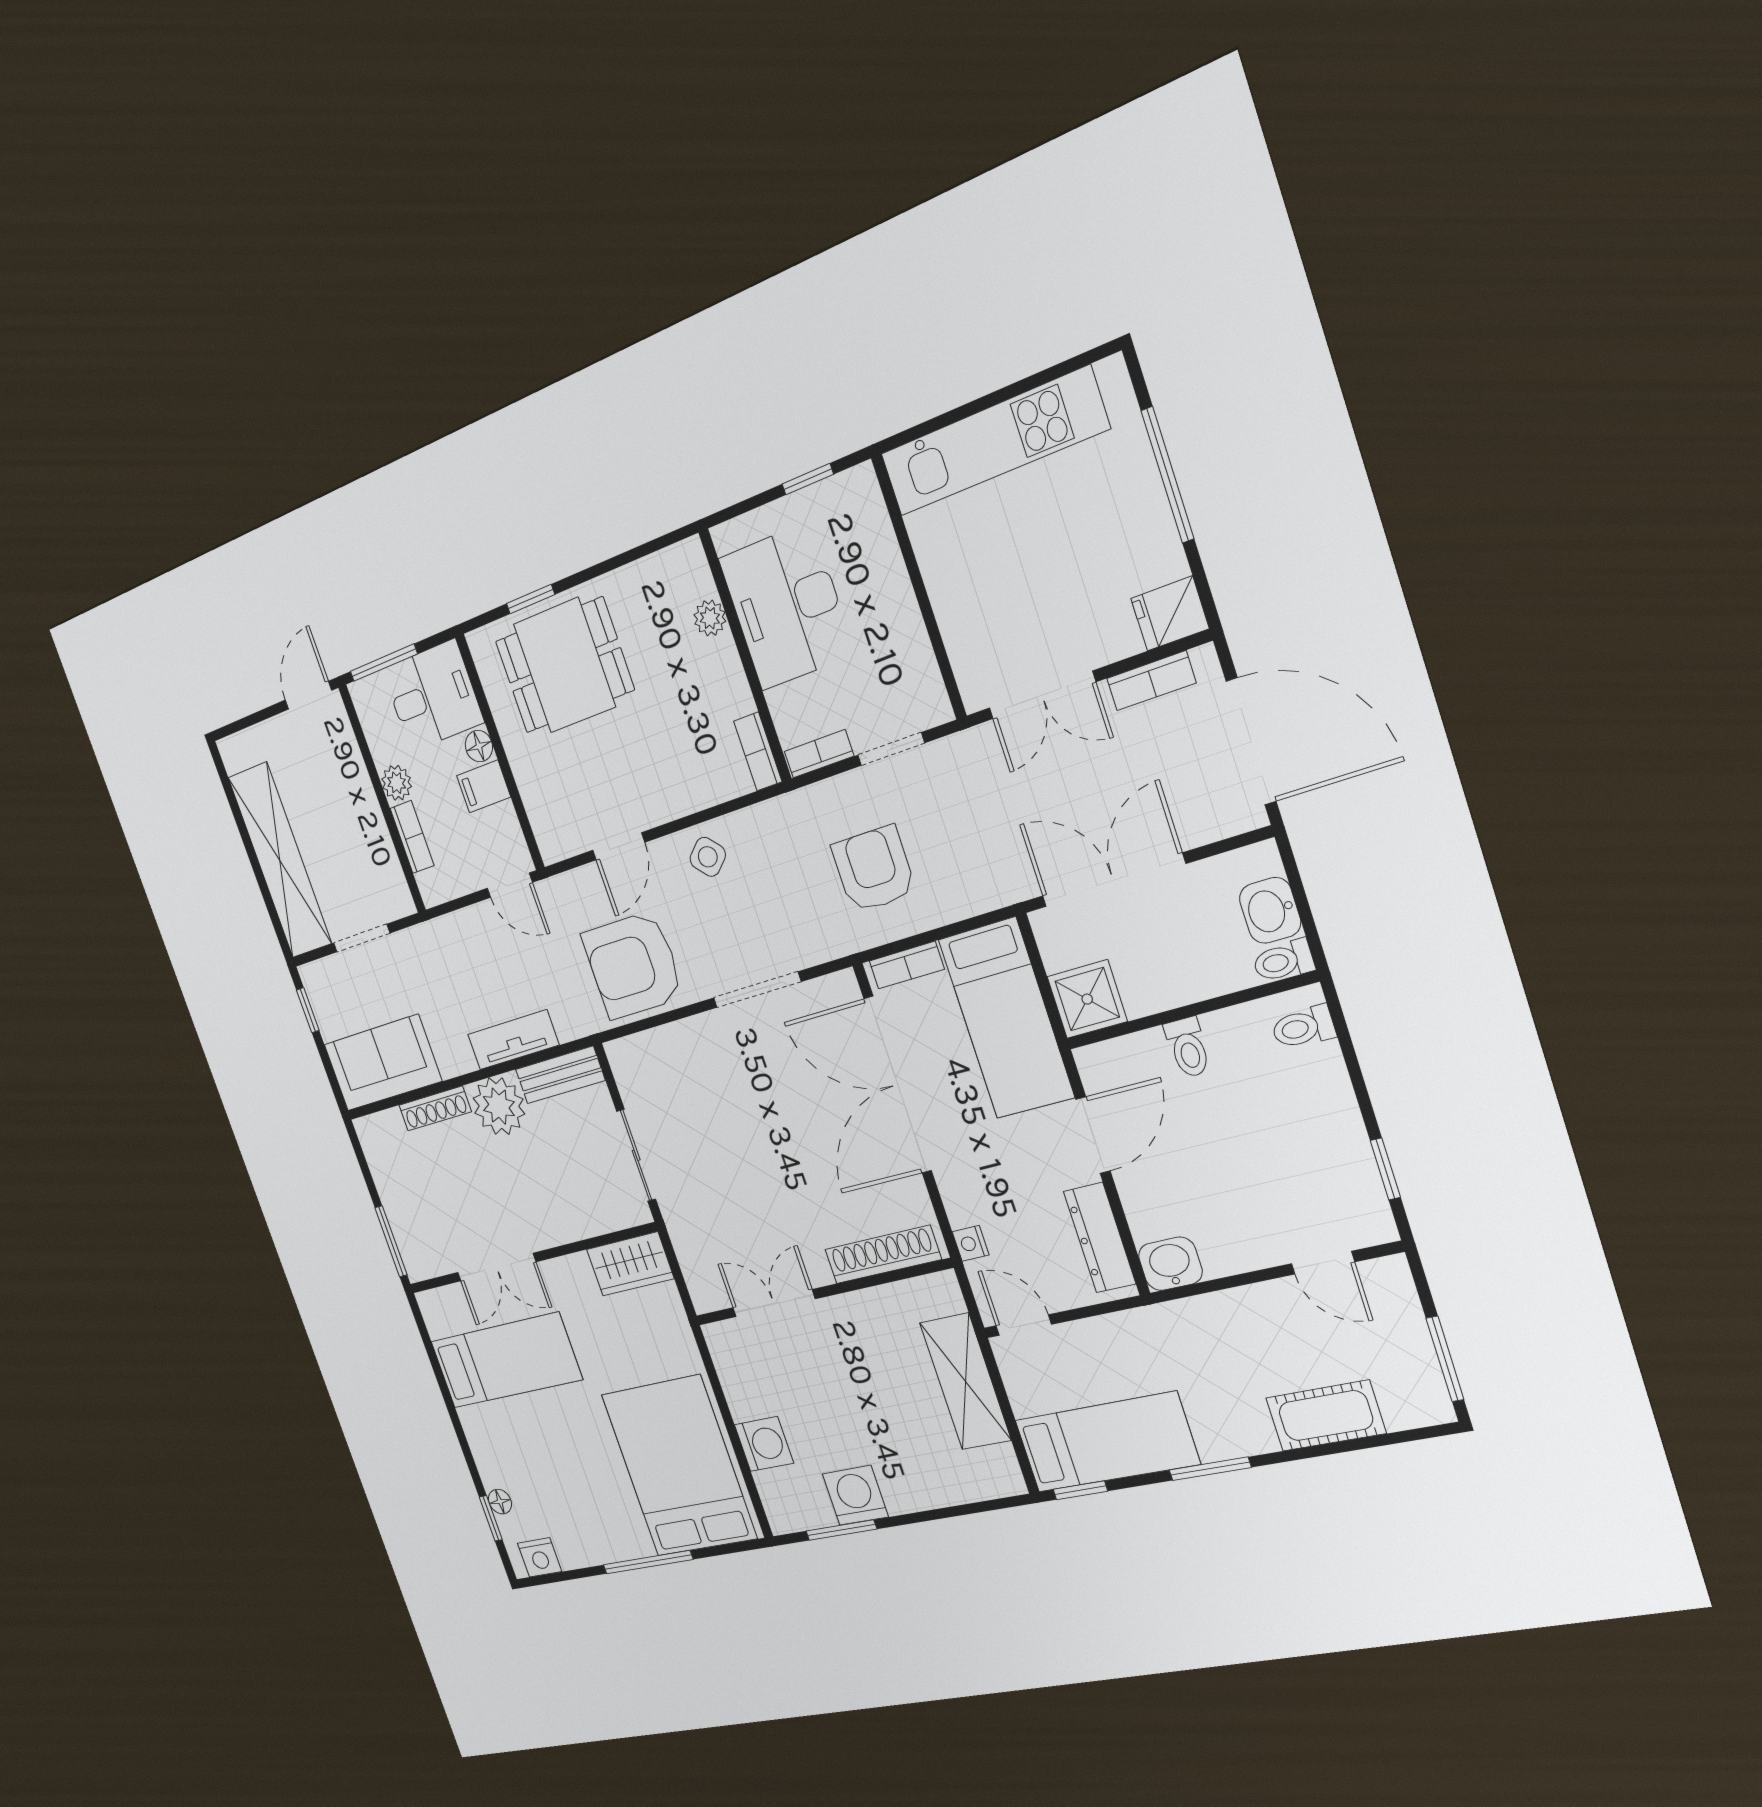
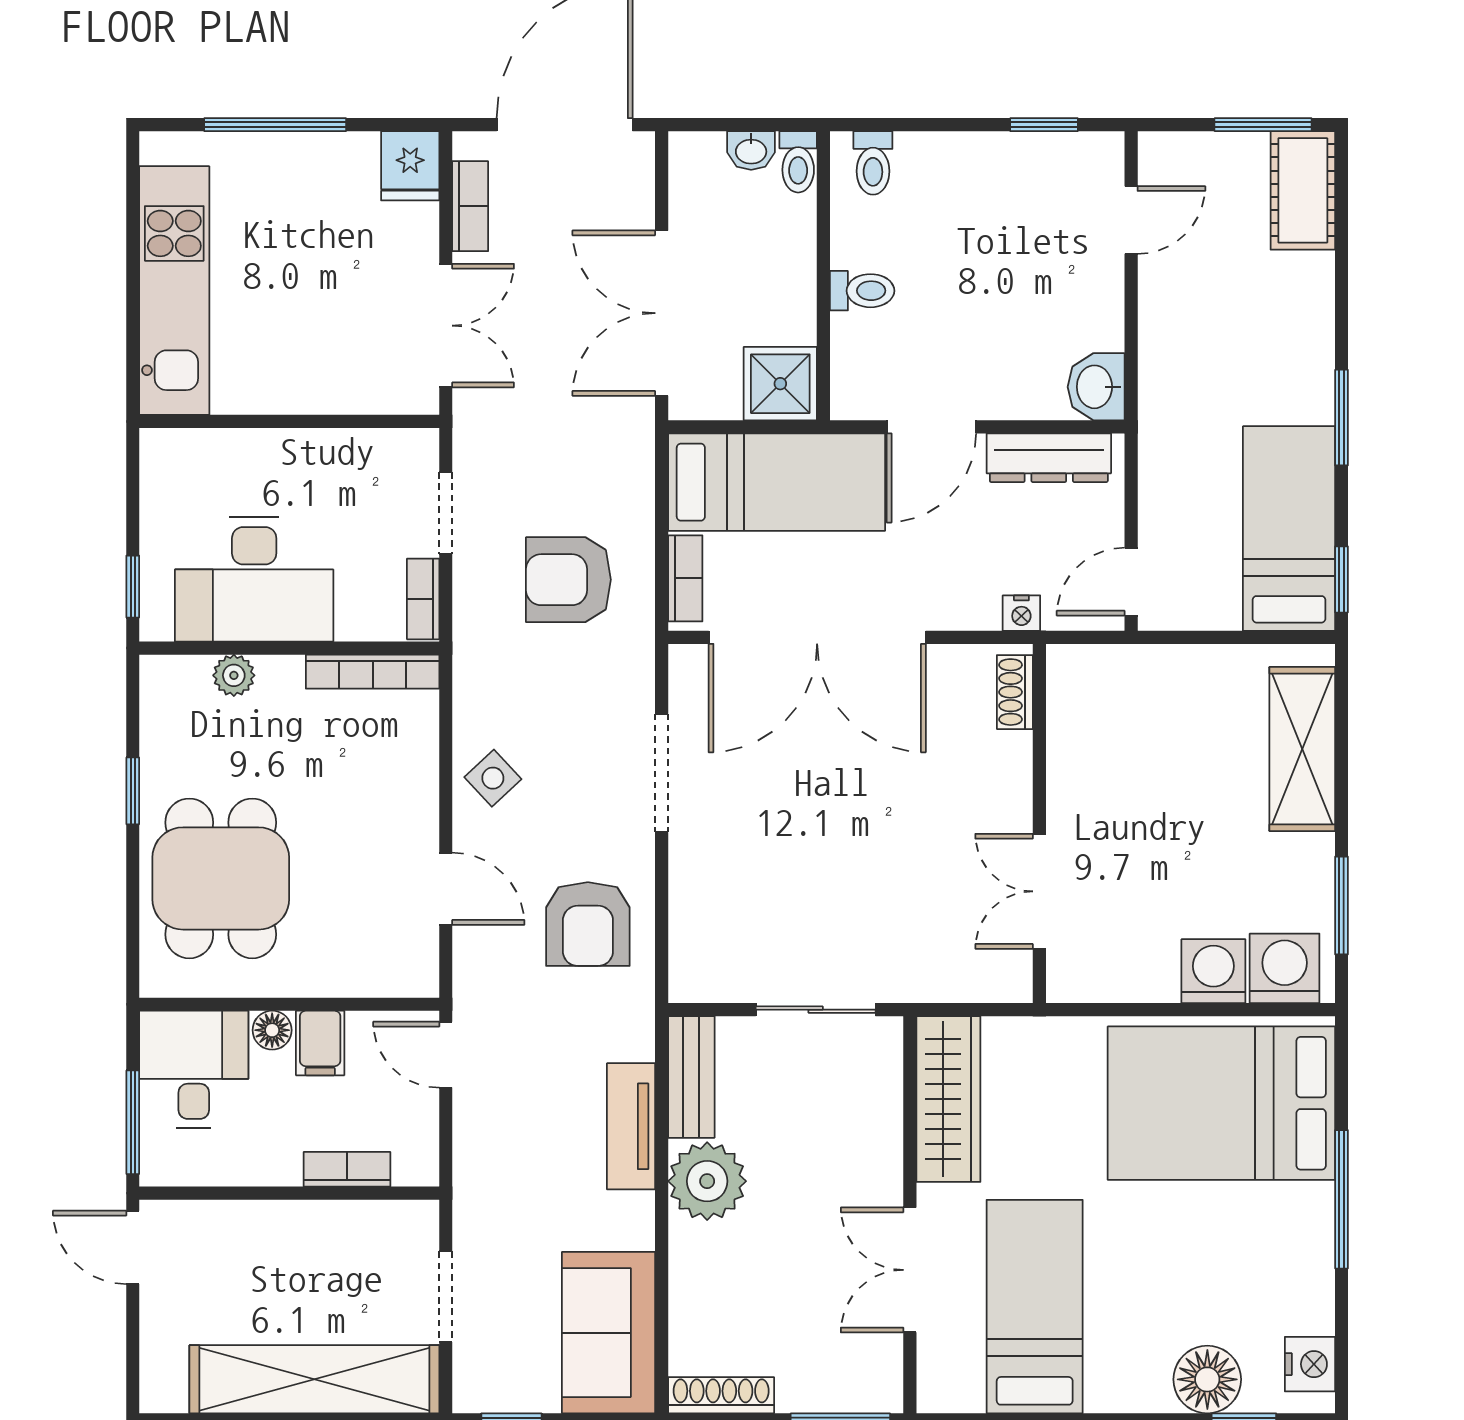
window: (808, 479) -> (133, 587), moved
window: (531, 599) -> (133, 791), moved
bookcase: (758, 751) -> (373, 672), width x1.56
plant: (397, 783) -> (277, 1164), removed
door: (510, 885) -> (446, 1055), swing flipped
washbasin: (1270, 910) -> (751, 150), width x0.72, depth x0.69
armchair: (633, 965) -> (588, 924), width x0.73, depth x0.73
shoe rack: (435, 1108) -> (721, 1395), moved, turned -90
door: (1093, 1135) -> (931, 427), swing flipped
shoe rack: (883, 1254) -> (1015, 692), width x0.51, depth x0.81
wardrobe: (630, 1264) -> (948, 1099), width x1.50
double door: (497, 1267) -> (910, 1270), swing flipped
shelving: (966, 1382) -> (1302, 749), moved, turned 90
cot: (1326, 1416) -> (1303, 190), moved
washing machine: (855, 1495) -> (1285, 968), moved, turned 90
floor lamp: (500, 1502) -> (1207, 1379), width x1.89, depth x1.89

